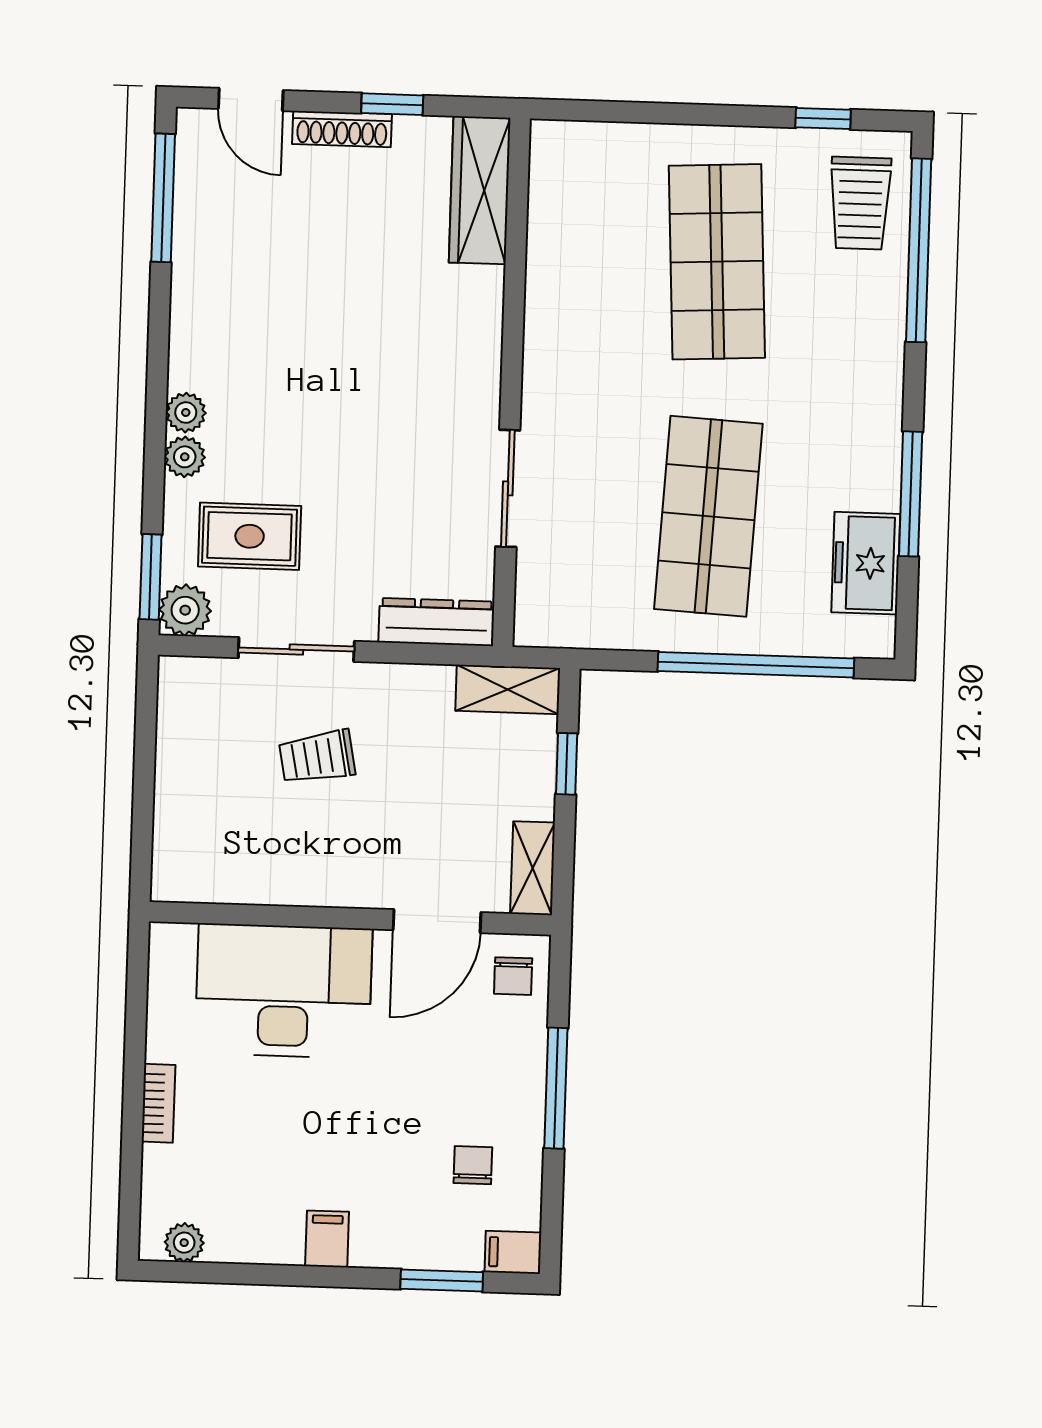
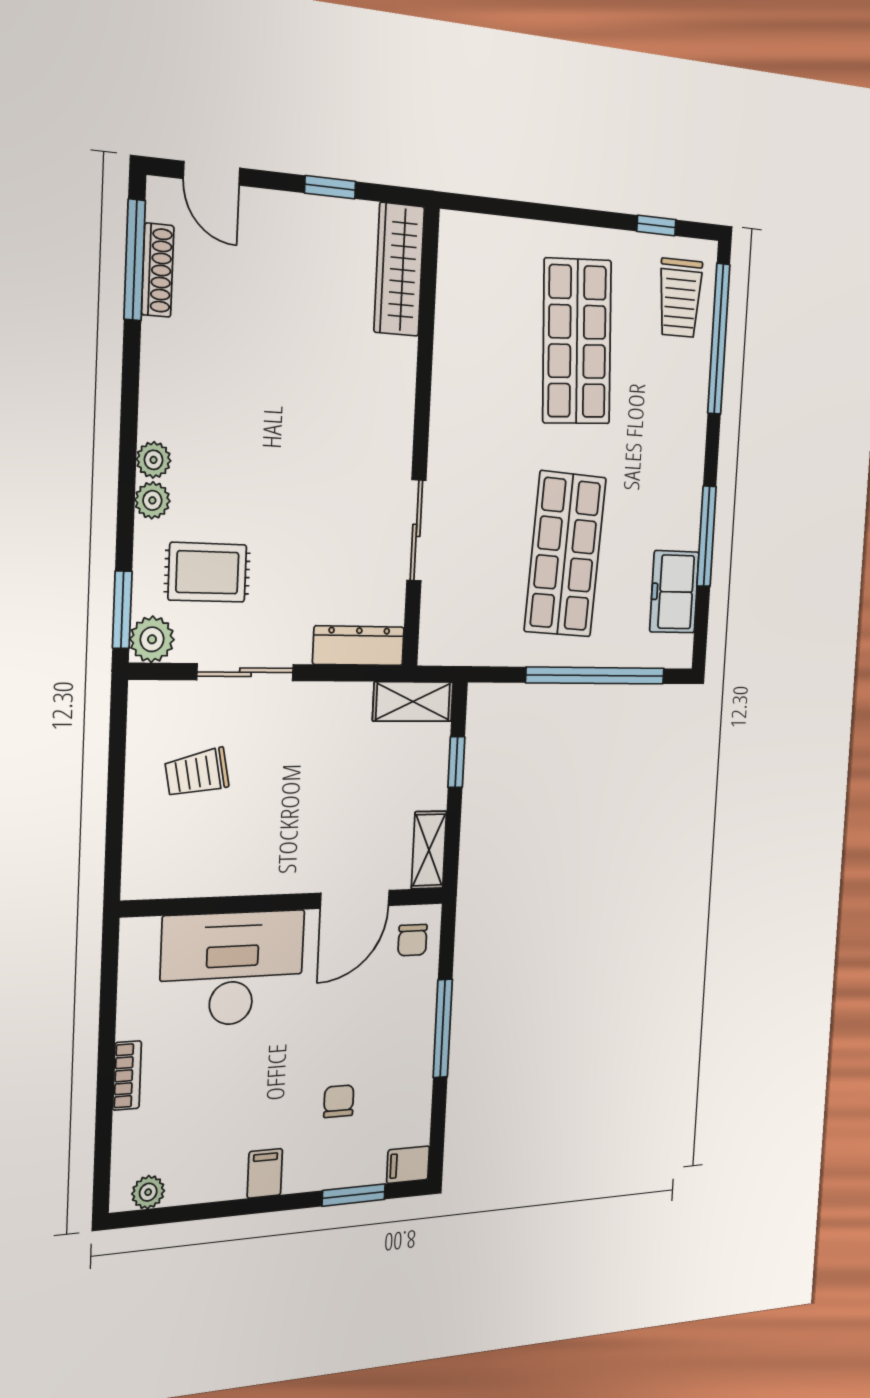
shoe rack: (342, 129) -> (158, 270), moved, turned -90
trolley: (317, 757) -> (197, 773), moved
chair: (473, 1165) -> (339, 1101), moved

